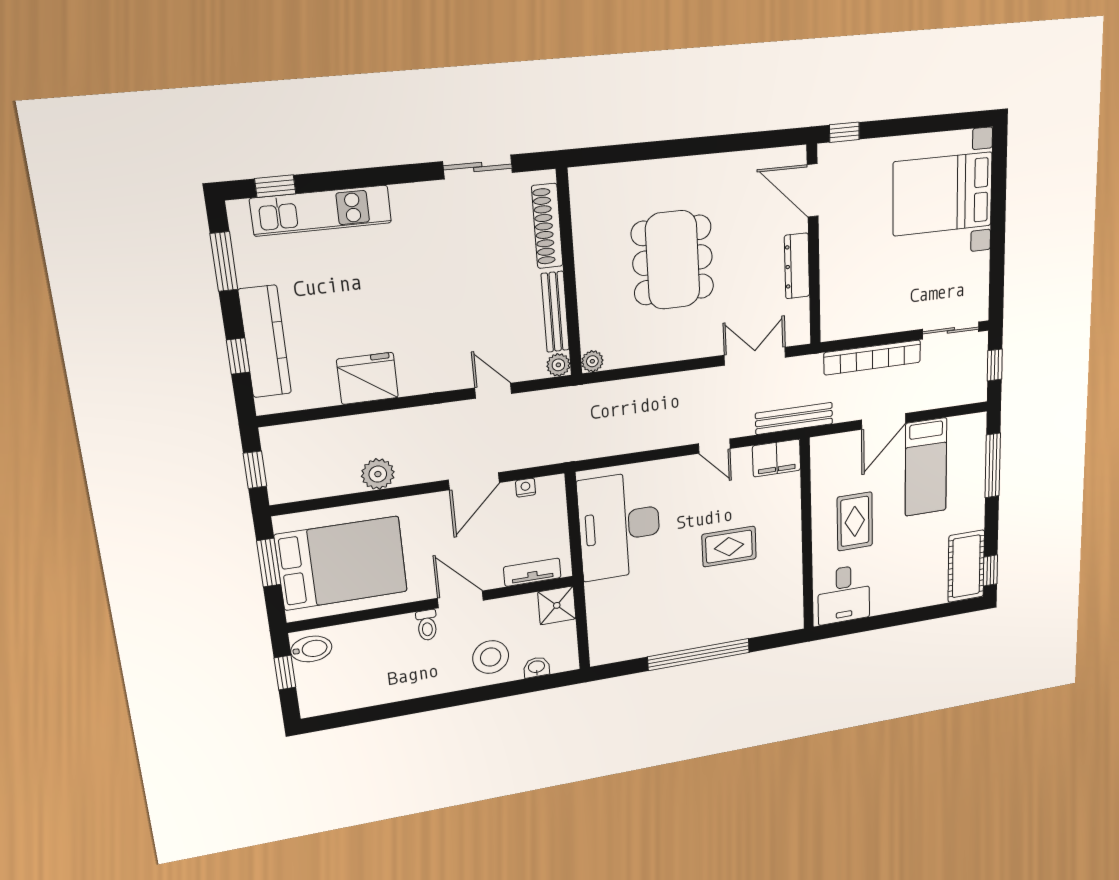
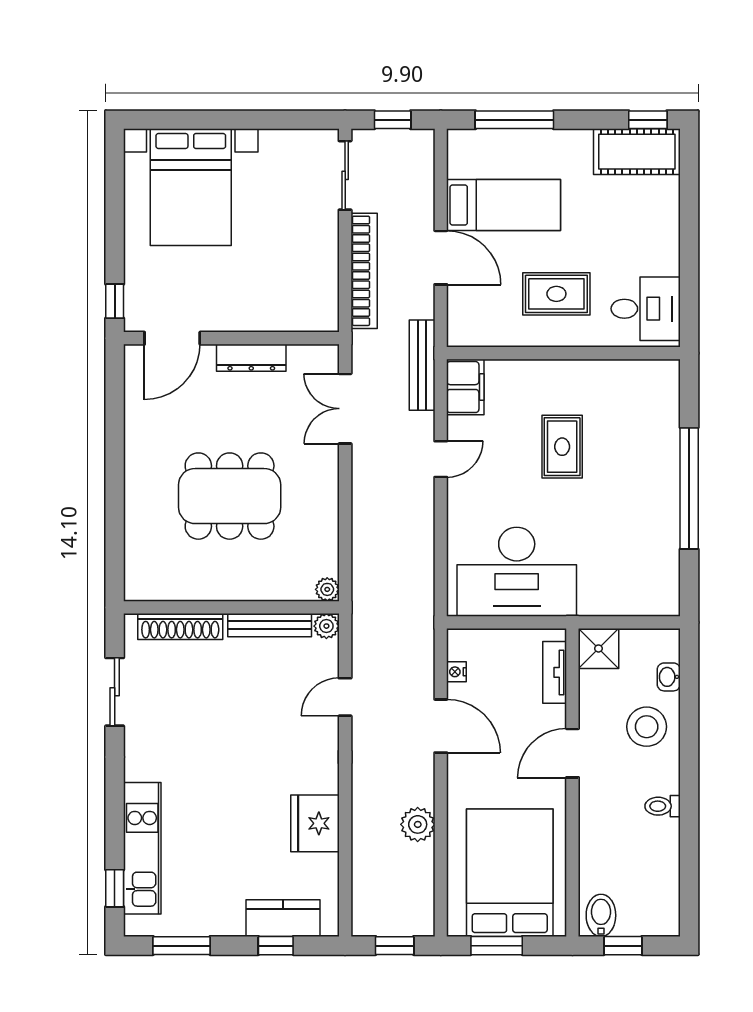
kitchen counter: (265, 342) -> (283, 918), width x0.67
toilet: (427, 625) -> (663, 806), moved, turned 180

